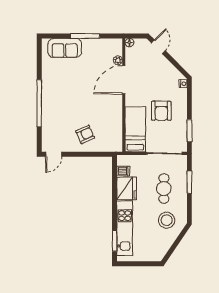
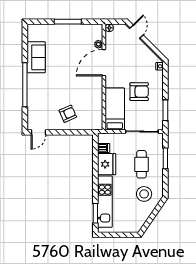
sofa: (65, 48) -> (36, 57), moved, turned -90
armchair: (161, 111) -> (139, 92), turned -90

